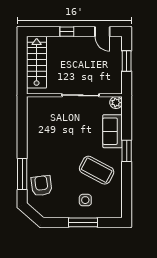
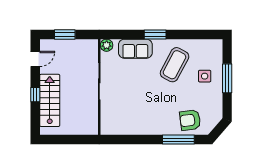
stairs: (37, 62) -> (50, 100), moved, turned 90

